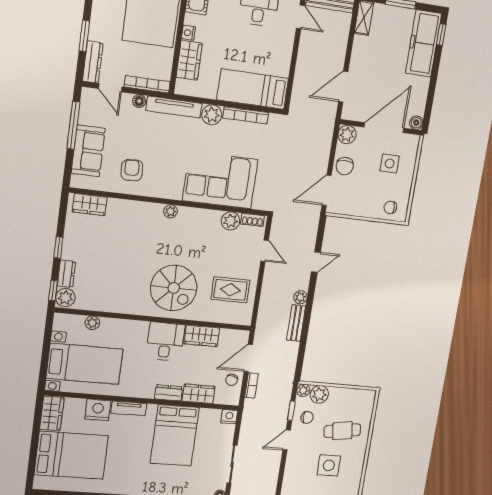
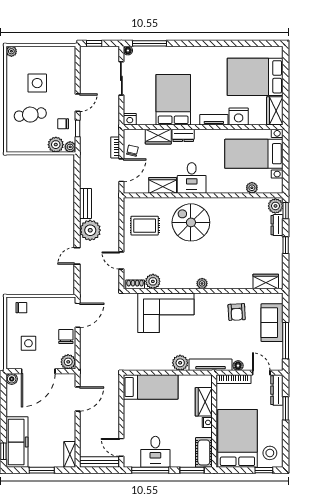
bookcase: (246, 115) -> (153, 366), removed
plant: (300, 297) -> (90, 230), width x1.87, depth x1.87

